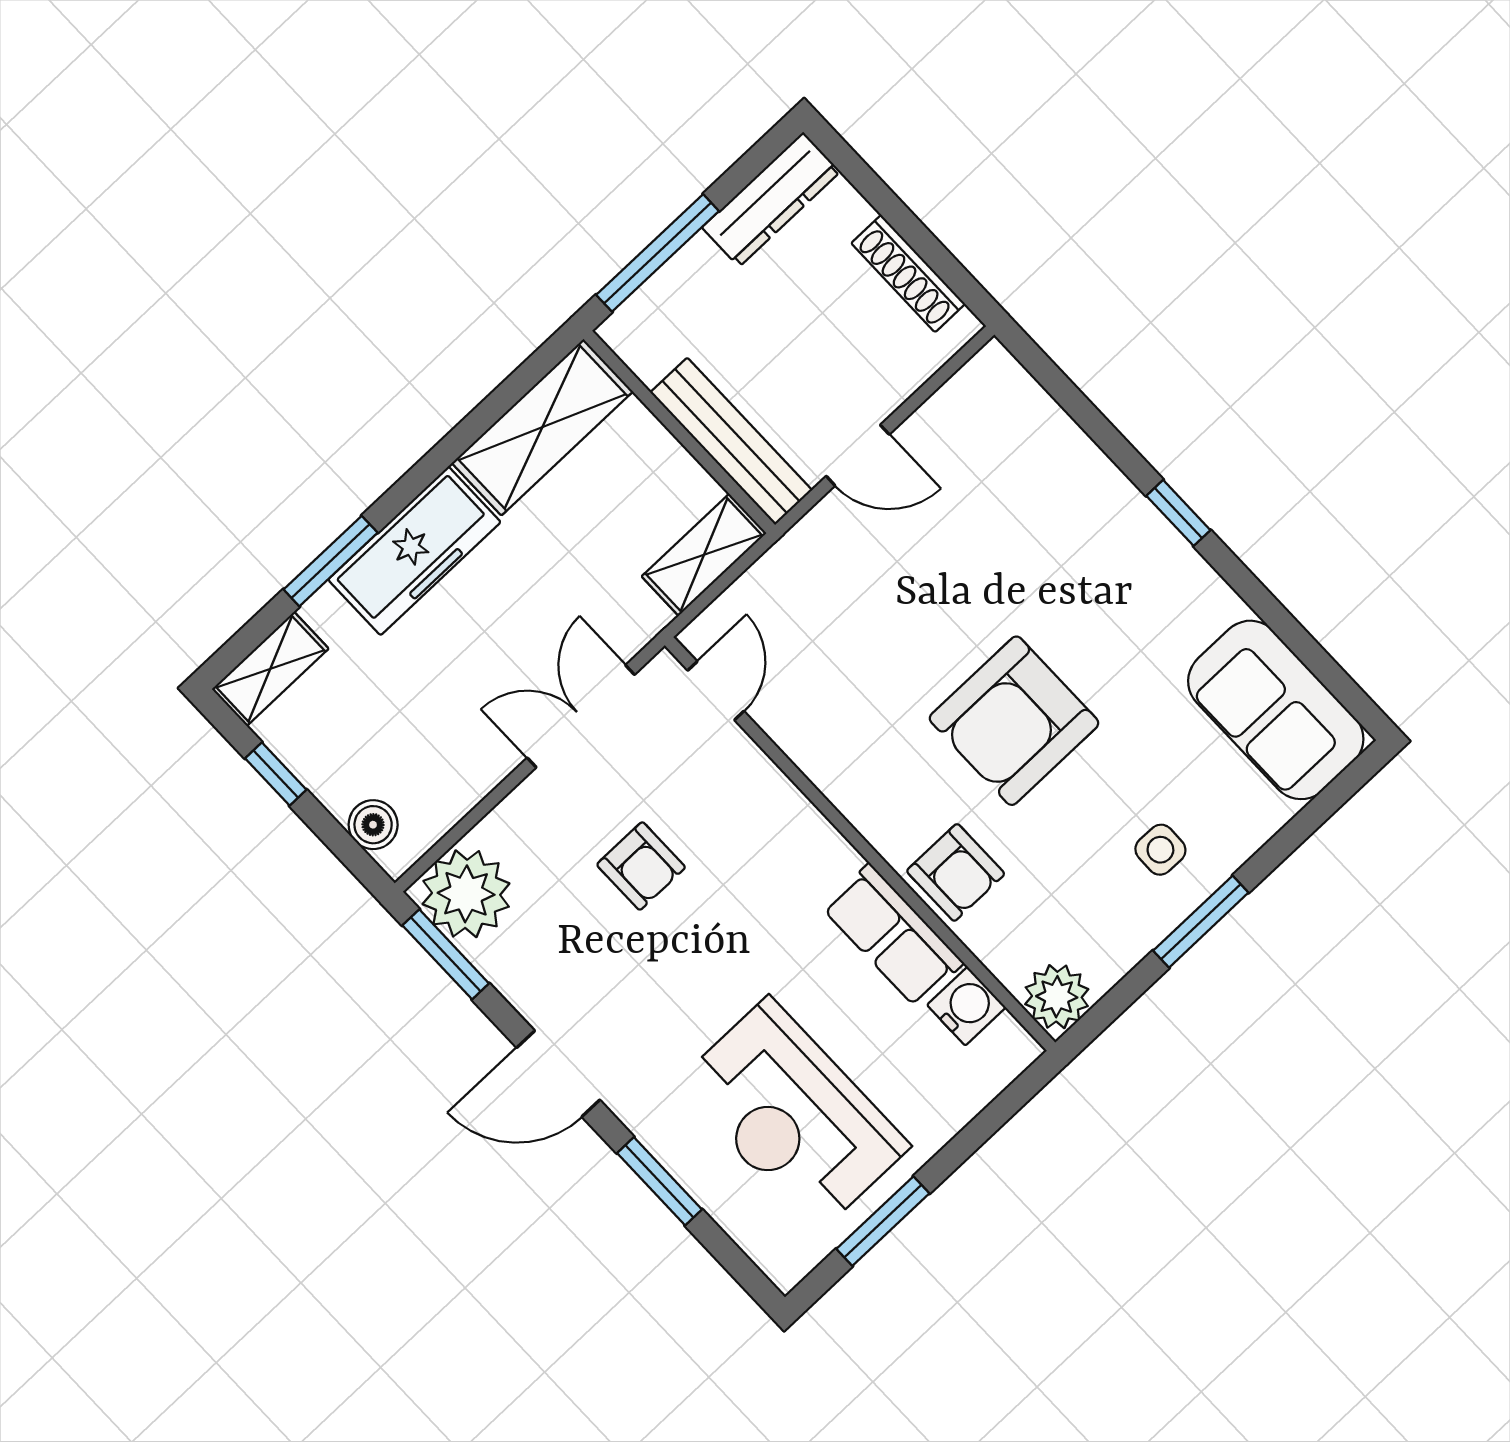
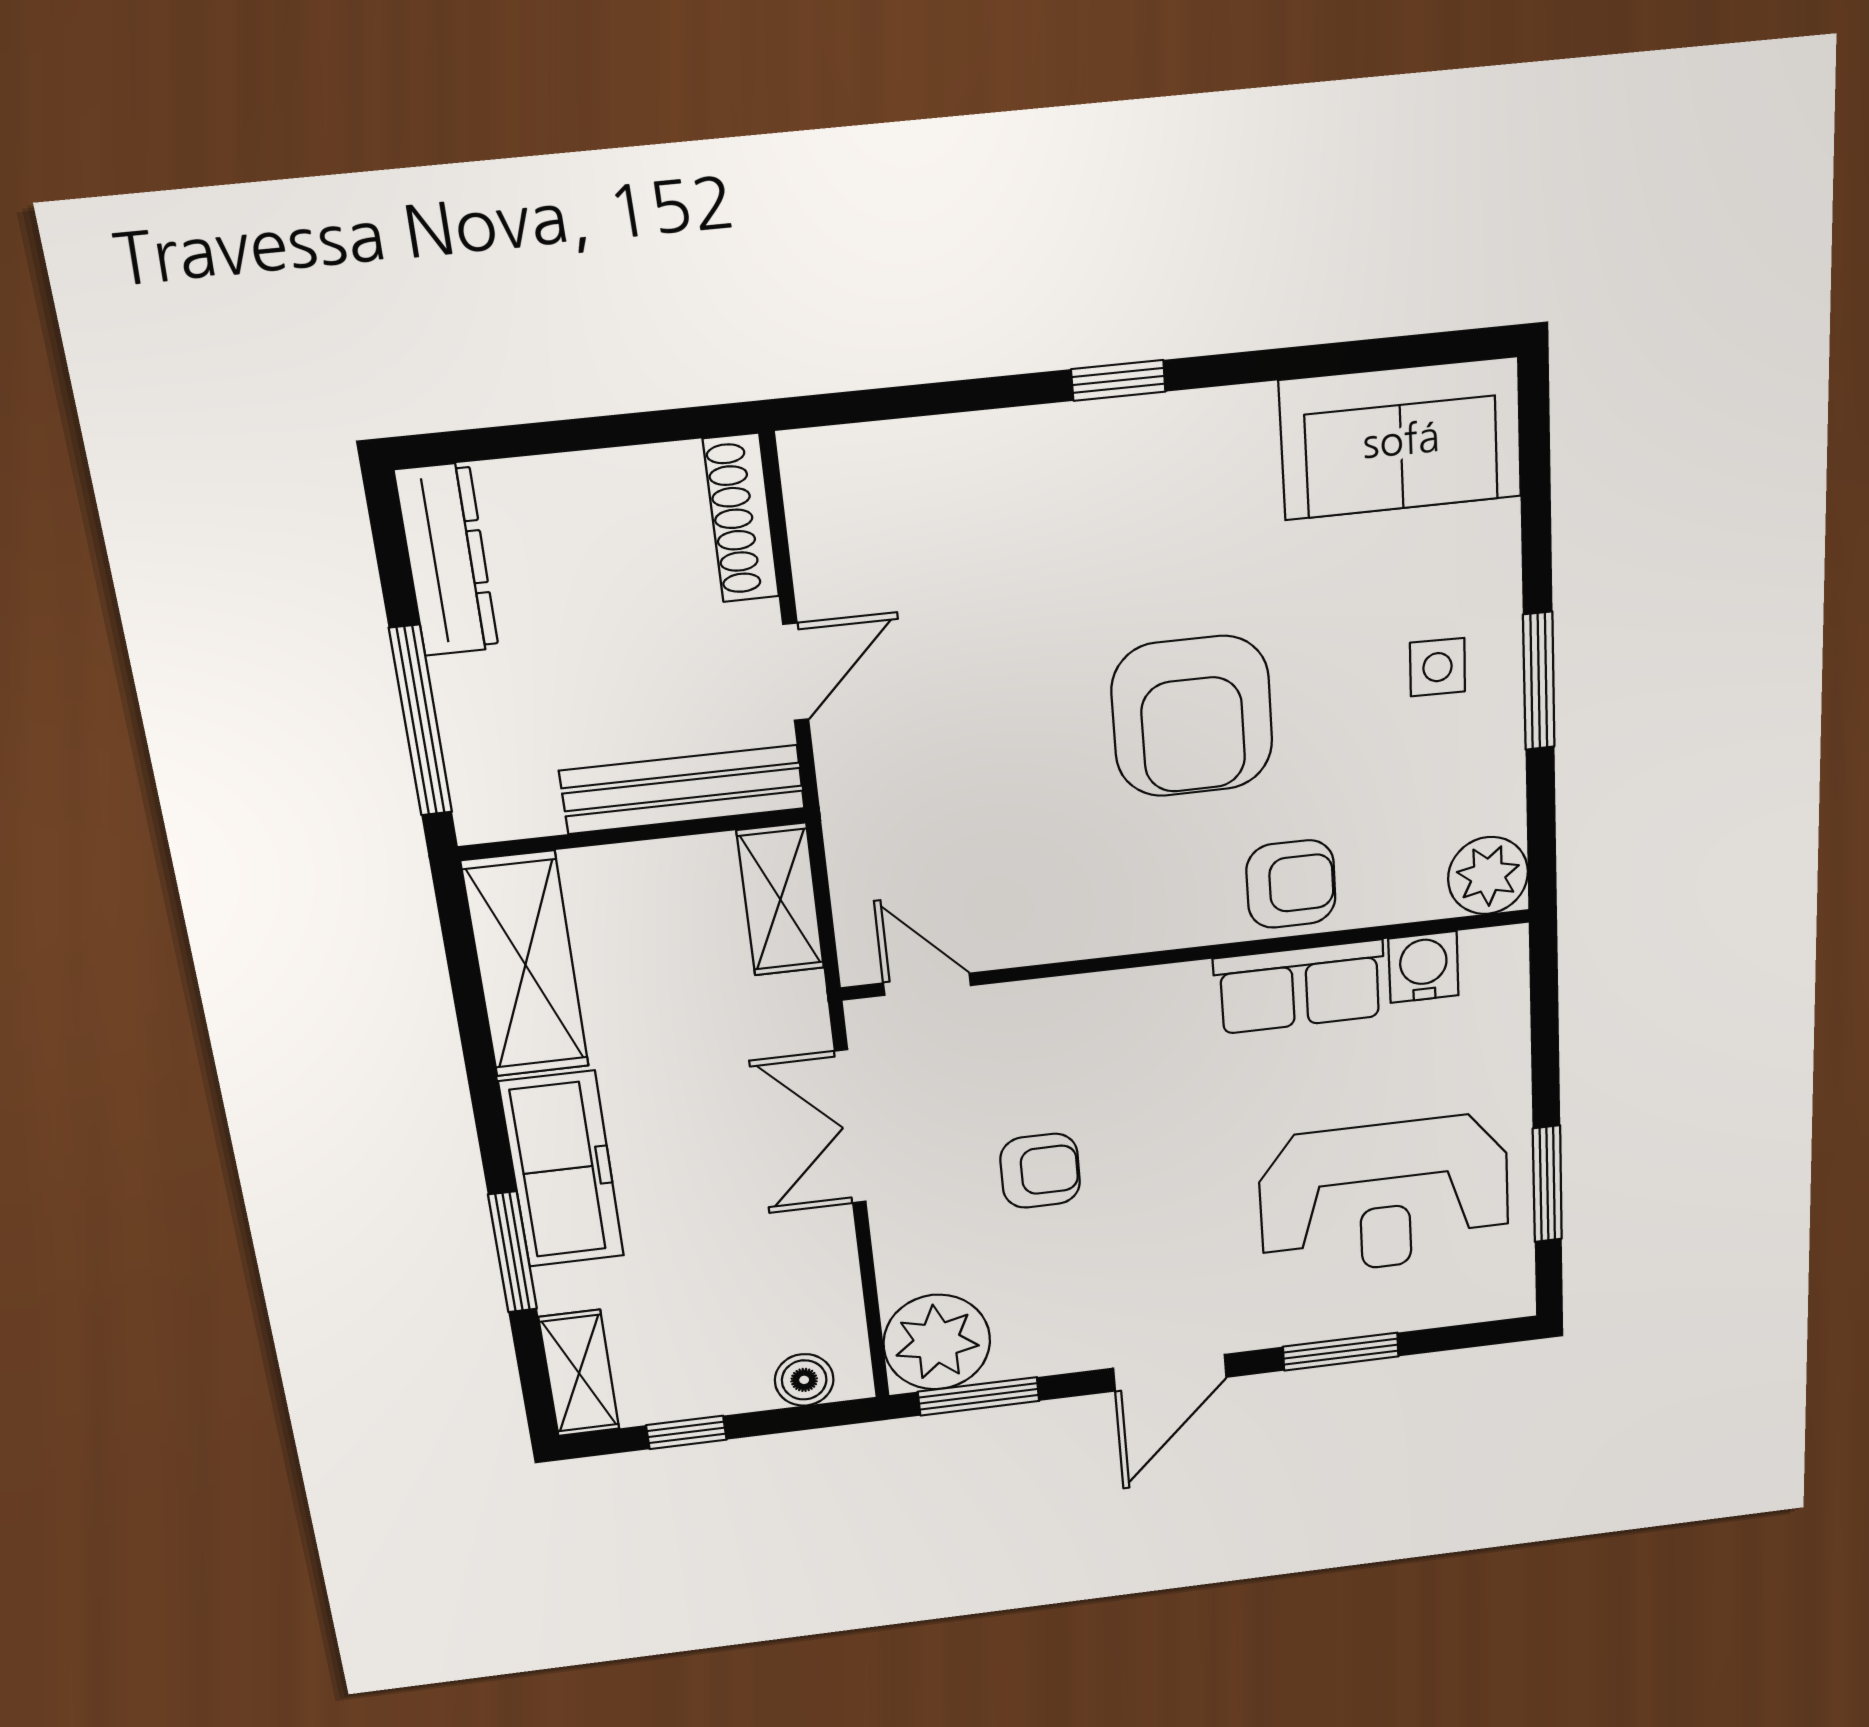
shoe rack: (908, 274) -> (741, 518), moved, turned 90

